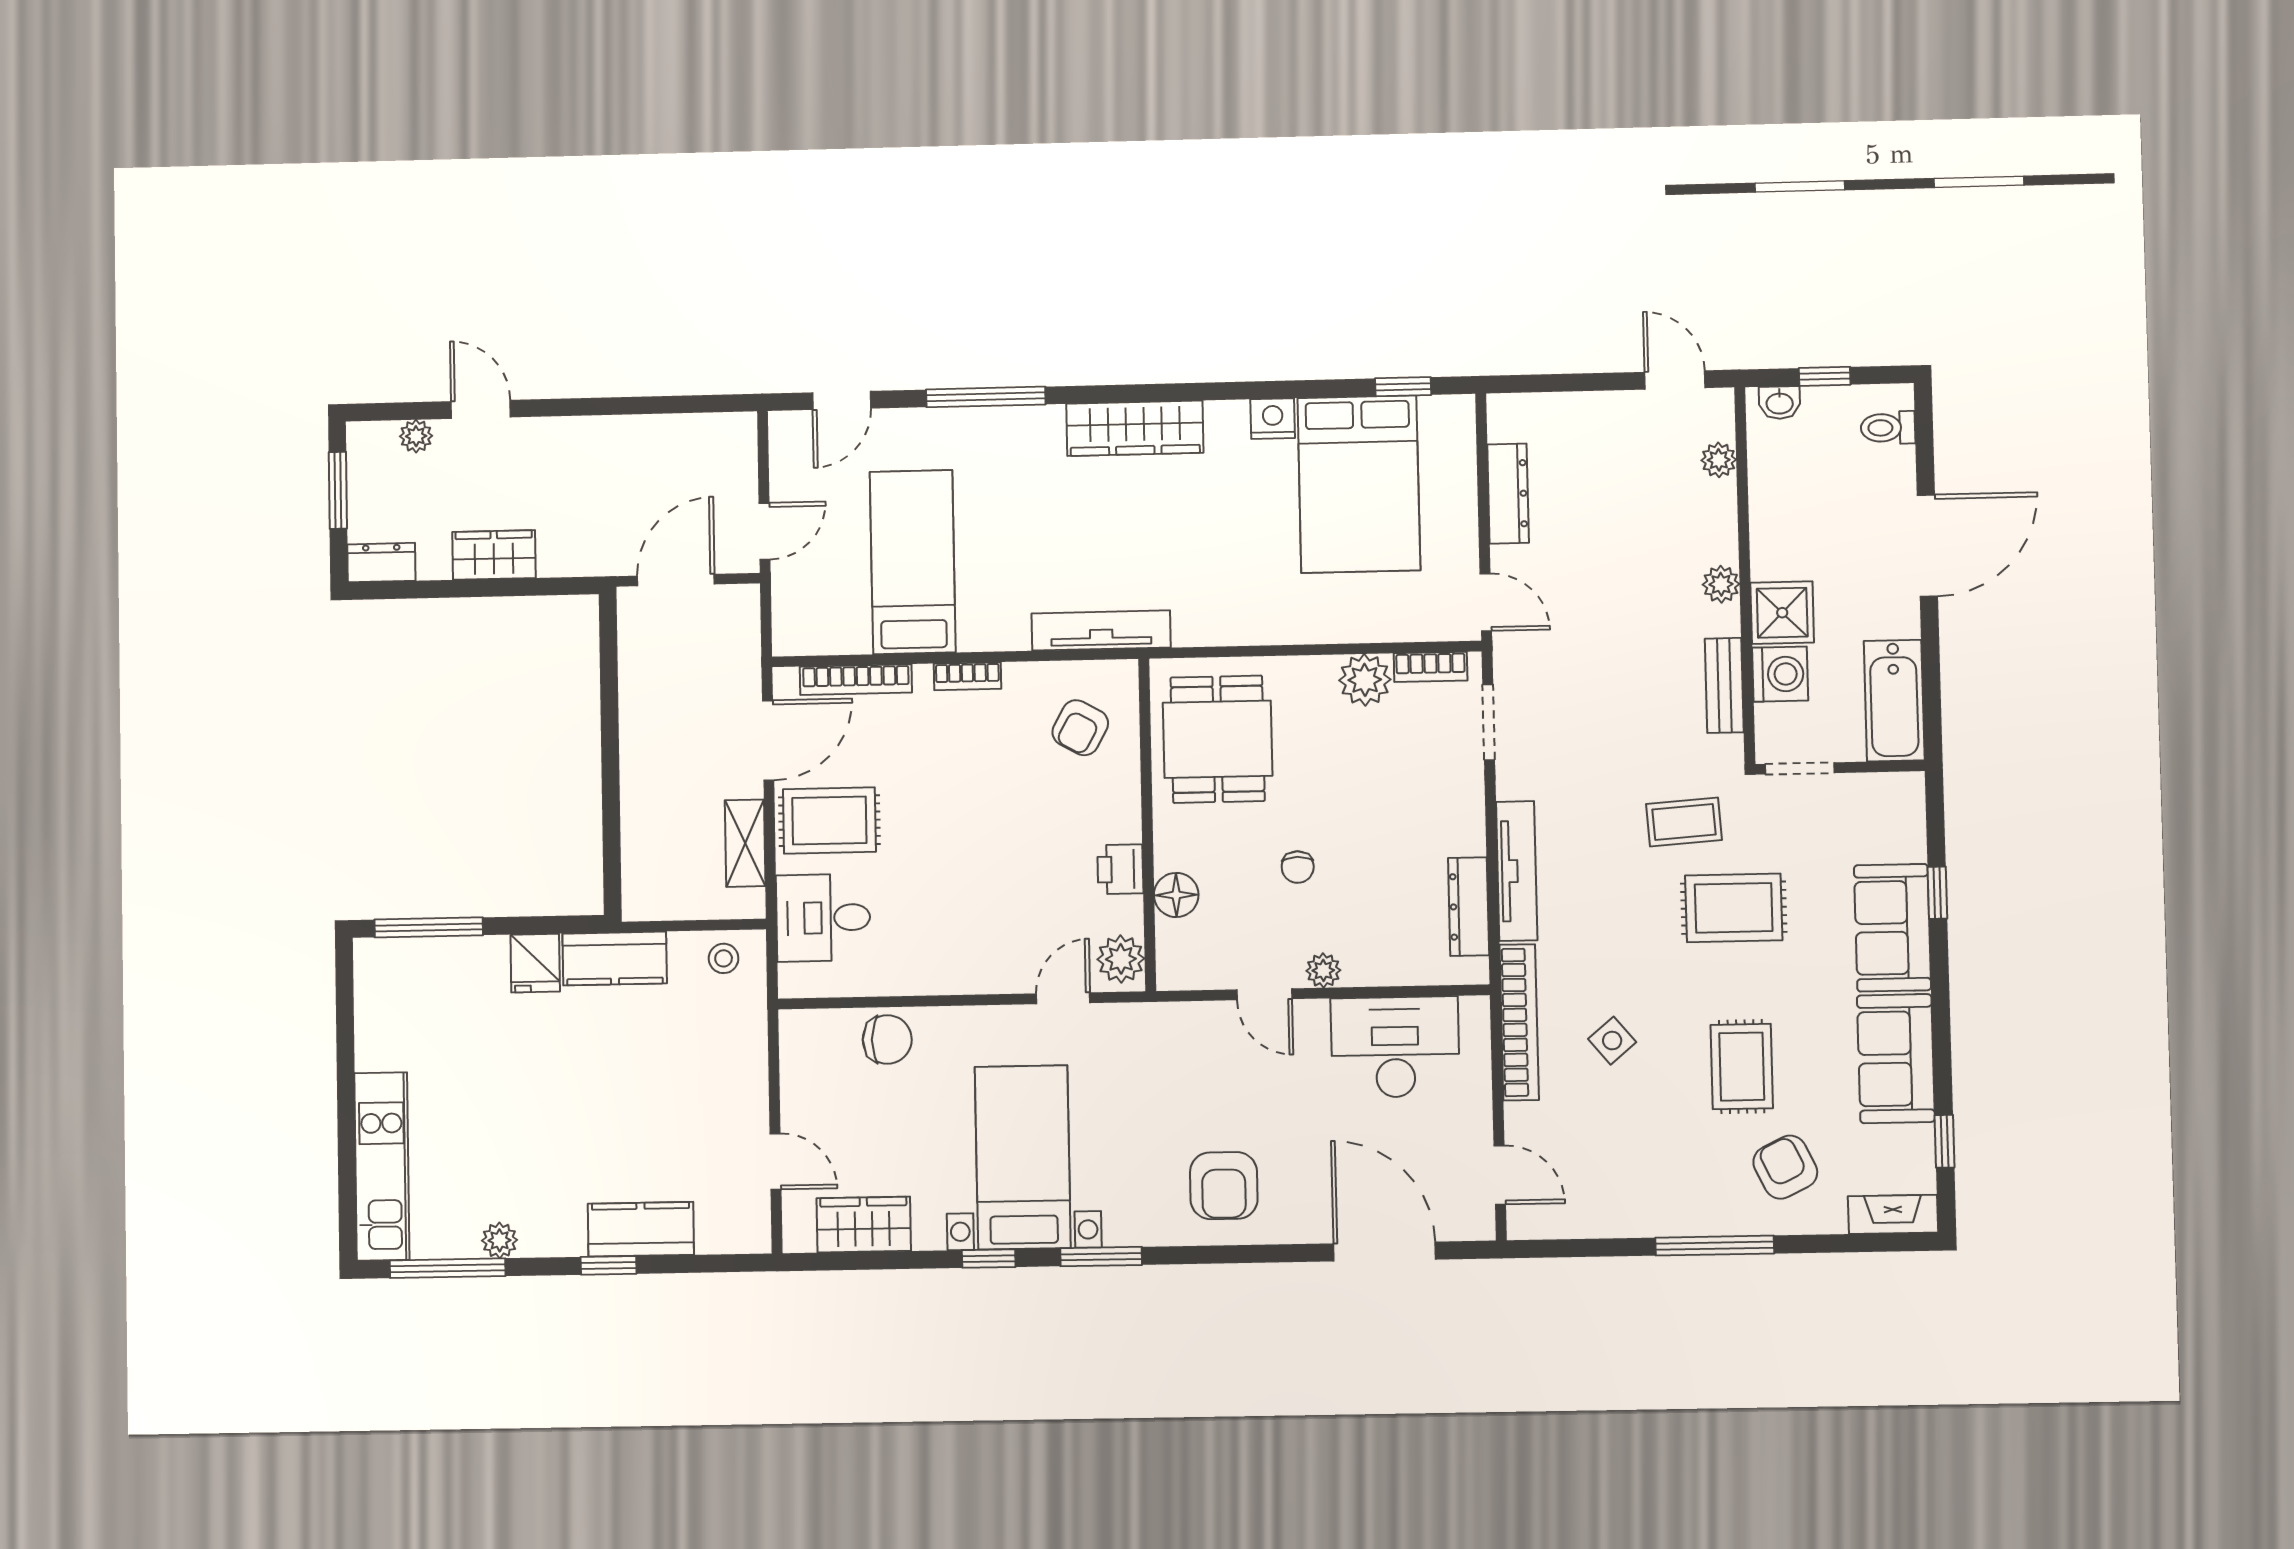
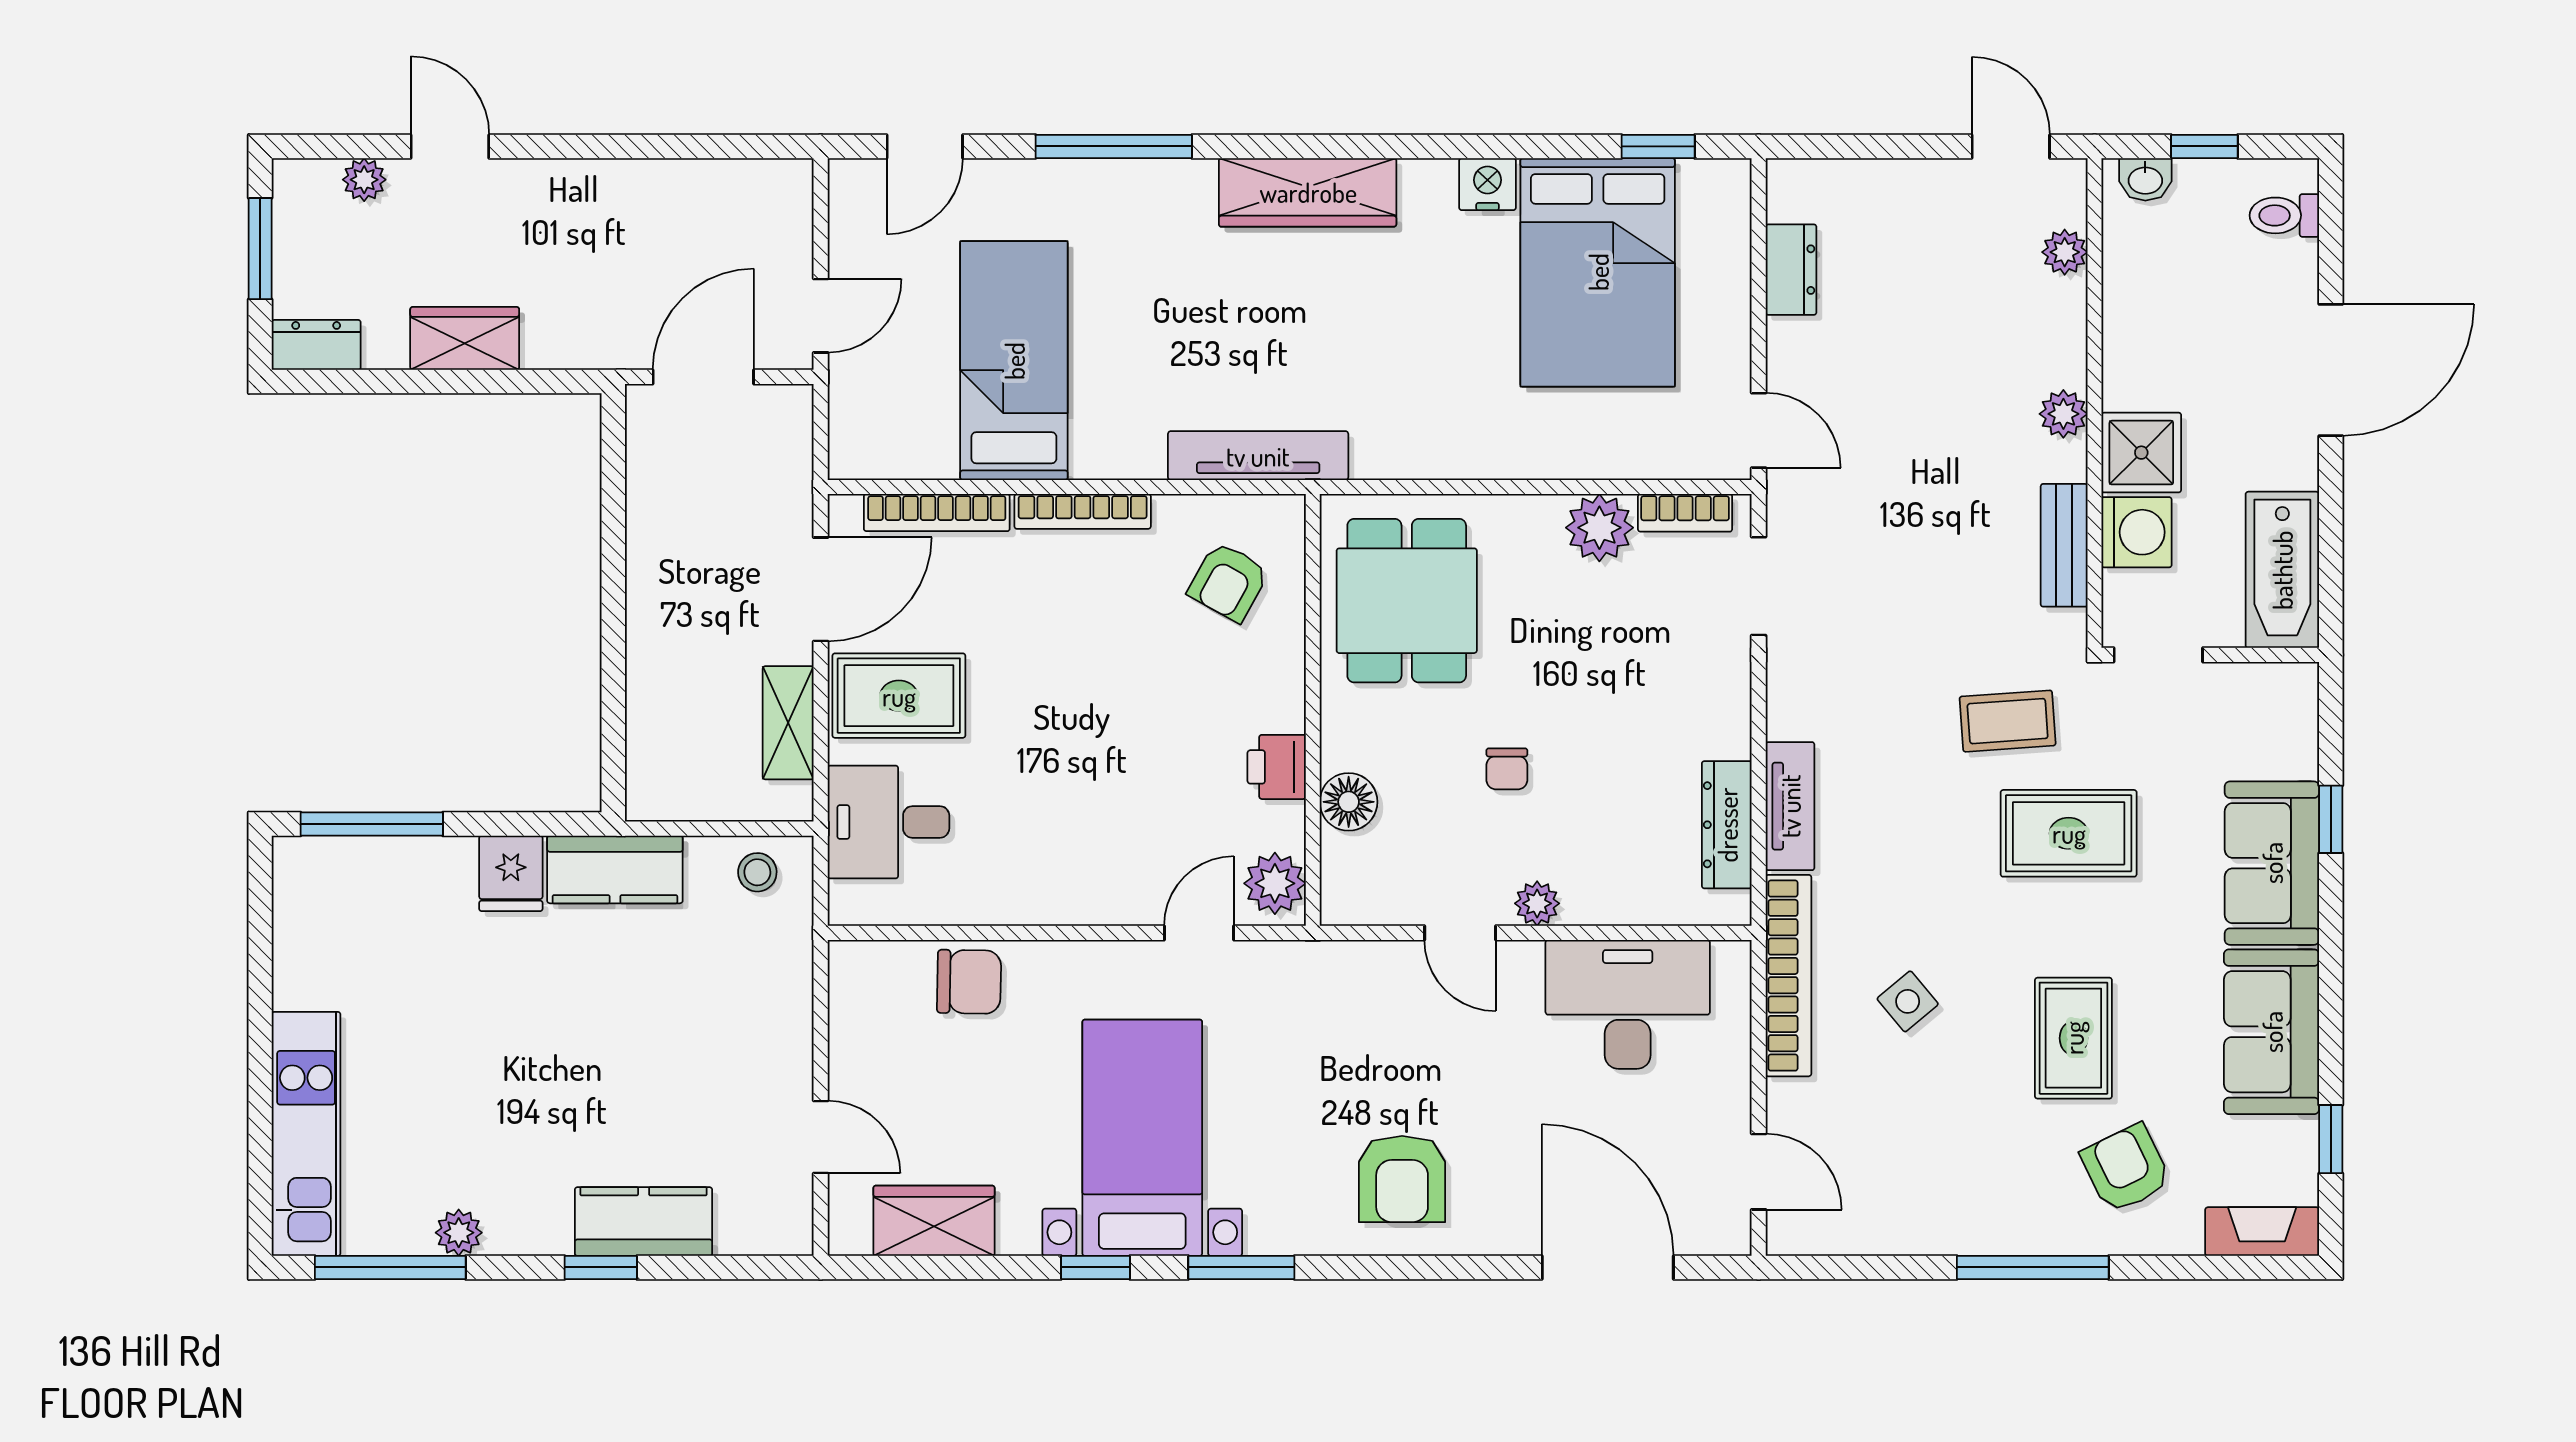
dresser: (1508, 494) -> (1791, 270), width x0.70
bookcase: (967, 676) -> (1083, 511), width x1.56
tv unit: (1517, 871) -> (1790, 806), width x0.71

